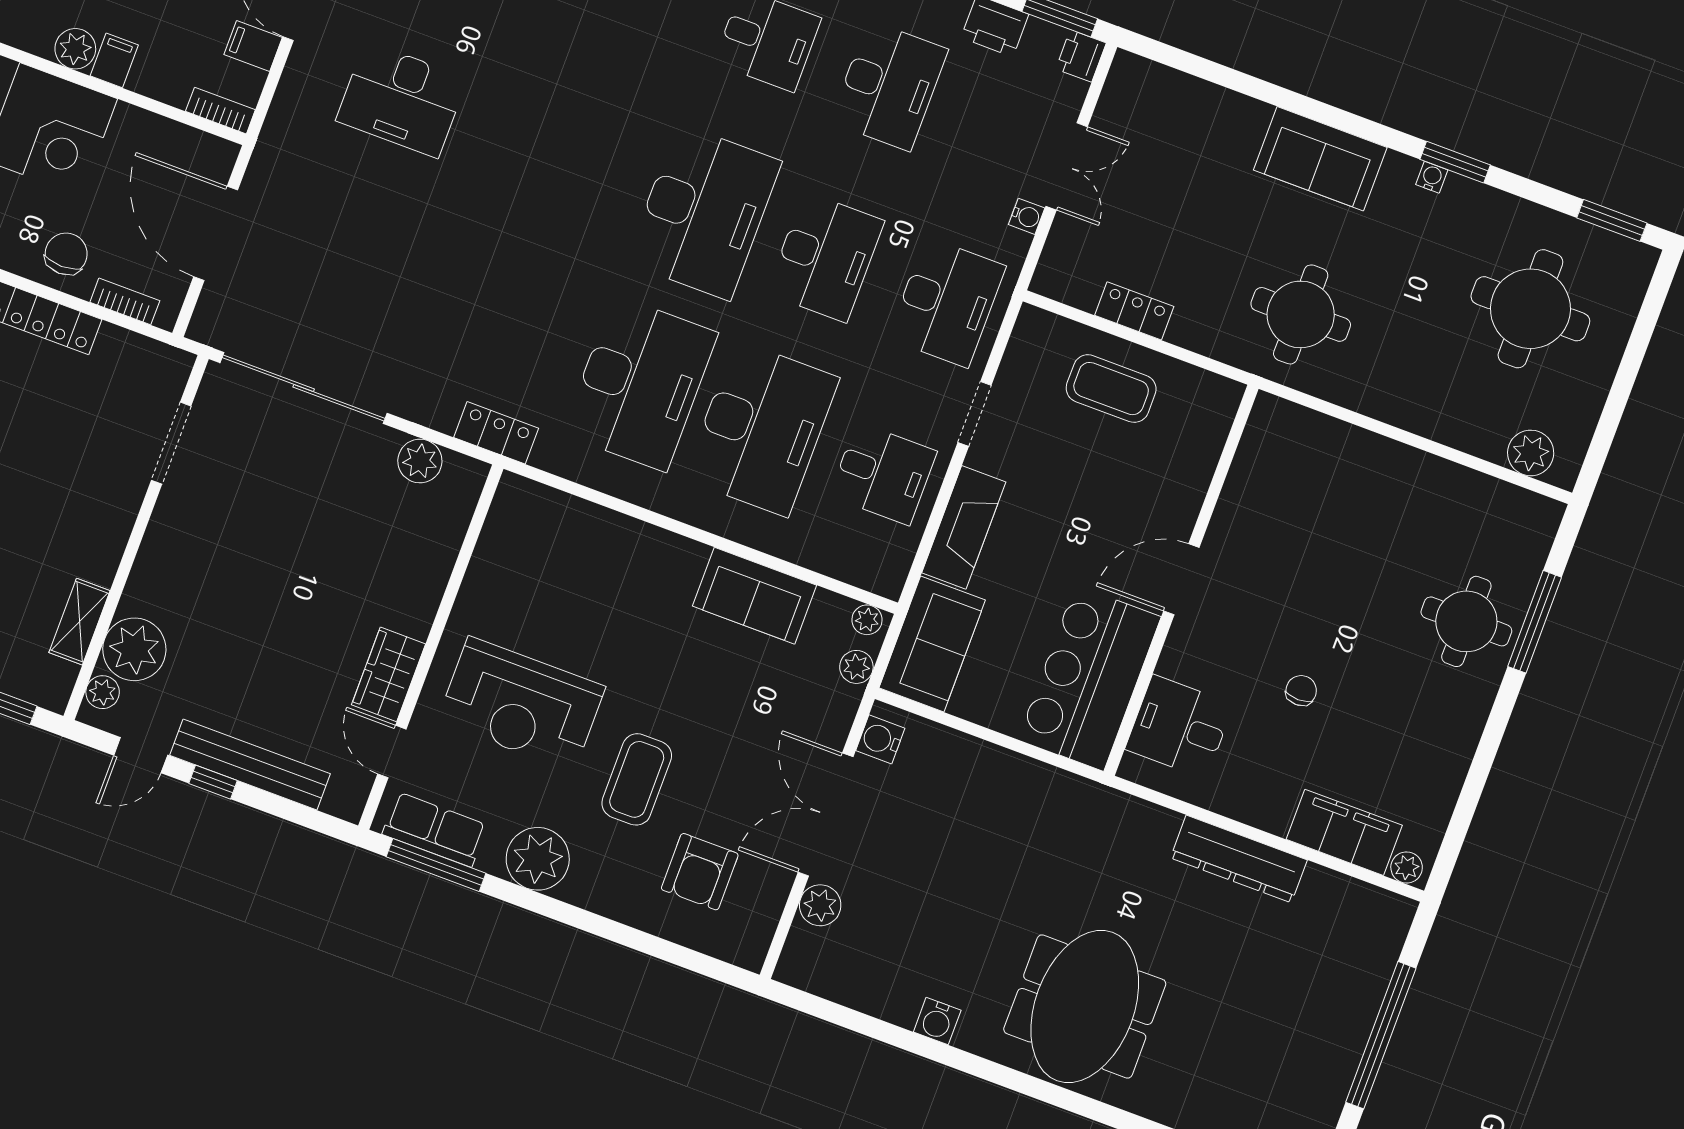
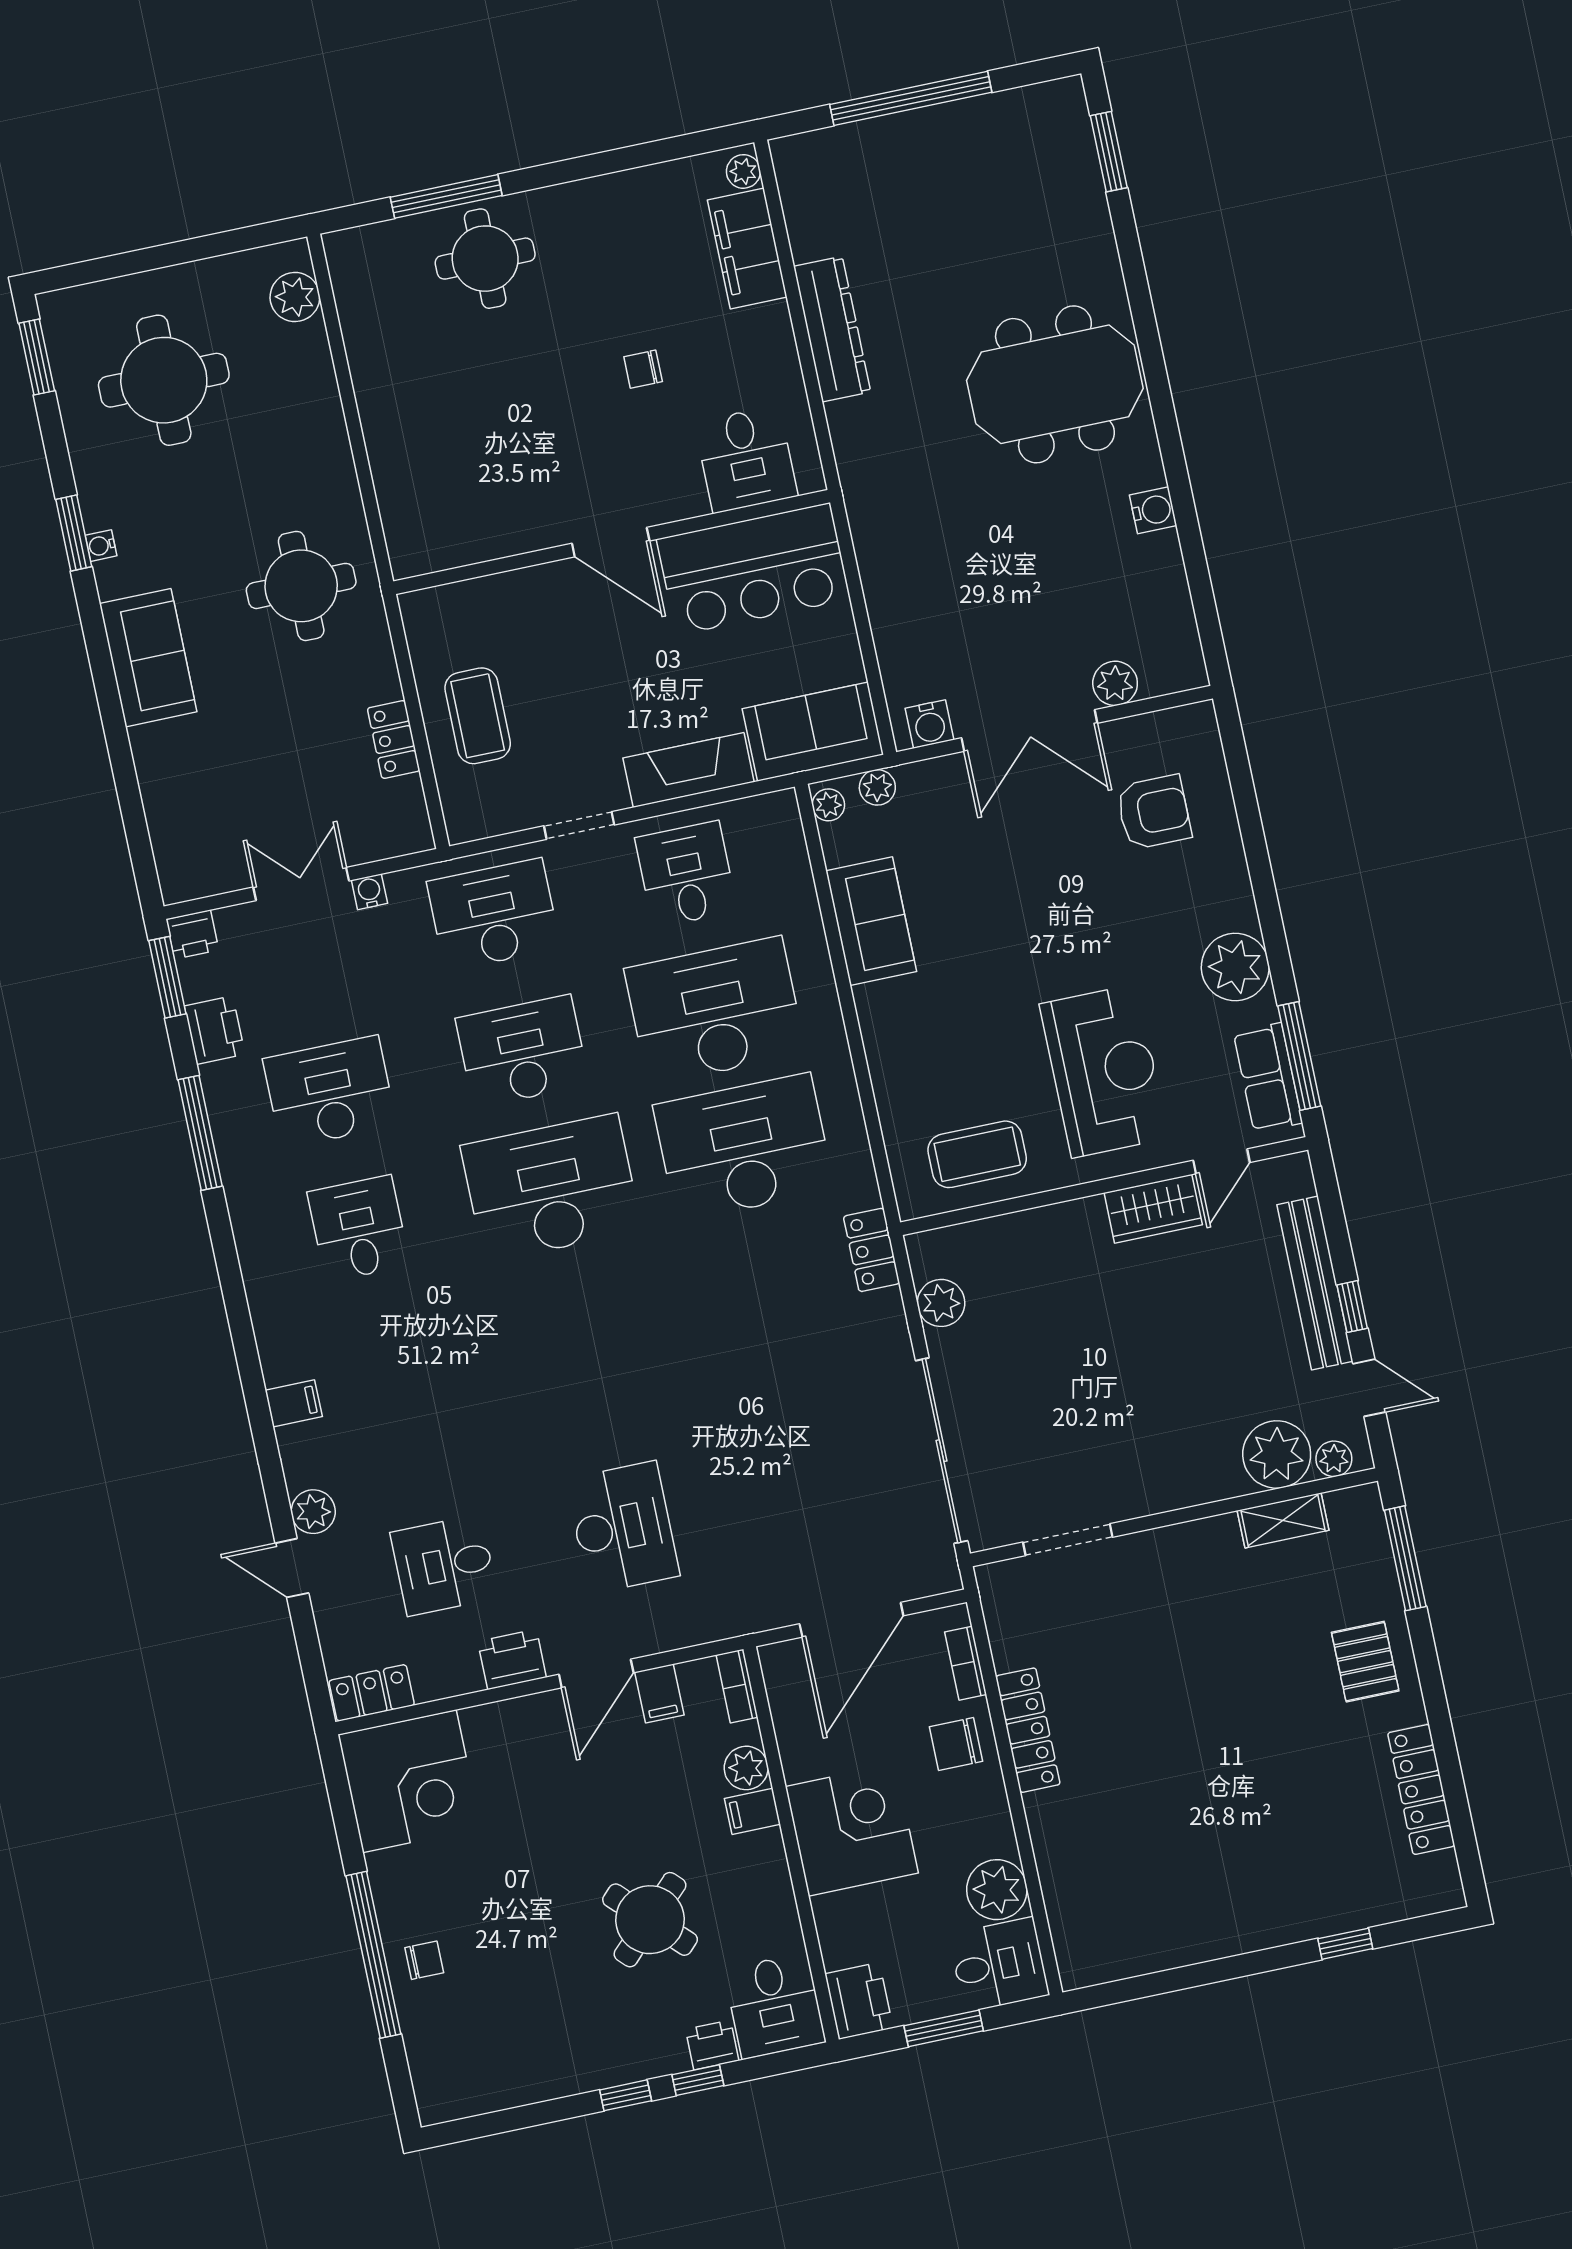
plant: (75, 49) -> (746, 1768), moved
coffee table: (637, 779) -> (977, 1154), moved

